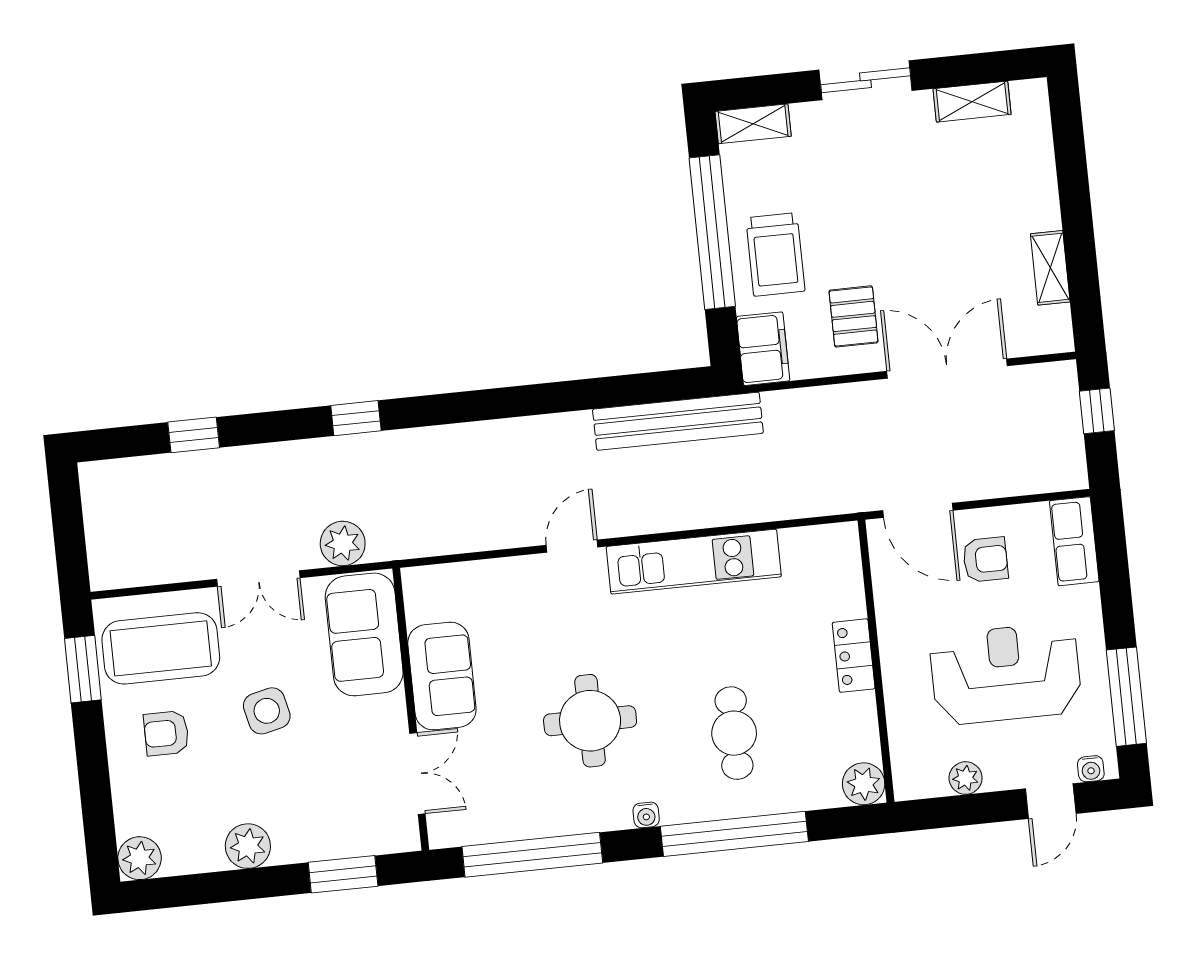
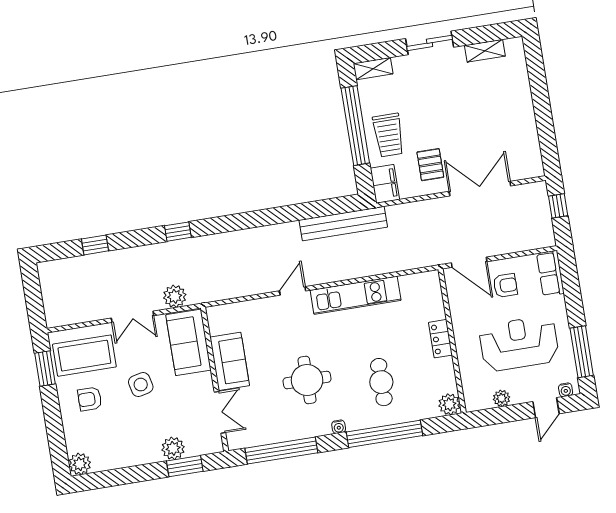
shelving: (1050, 268) -> (530, 134), removed
plant: (248, 846) -> (173, 448), moved

